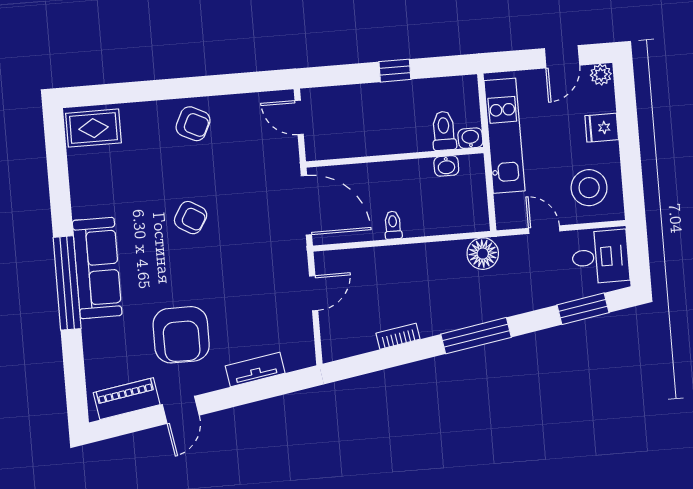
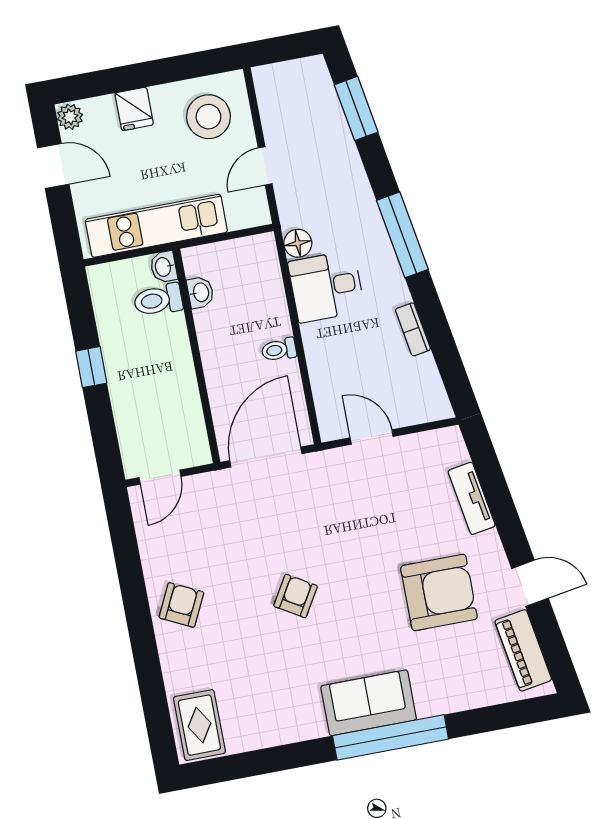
floor lamp: (483, 254) -> (298, 243), width x0.73, depth x0.73
desk: (600, 257) -> (326, 287), moved, turned -90
sofa: (97, 268) -> (369, 703), width x0.73

